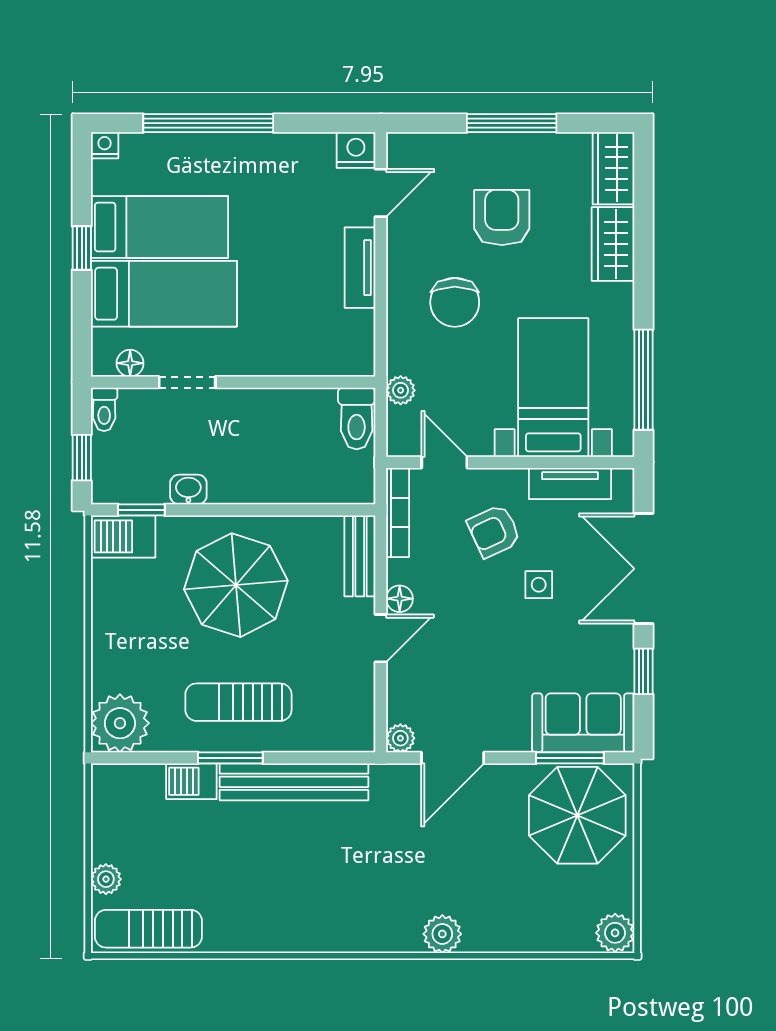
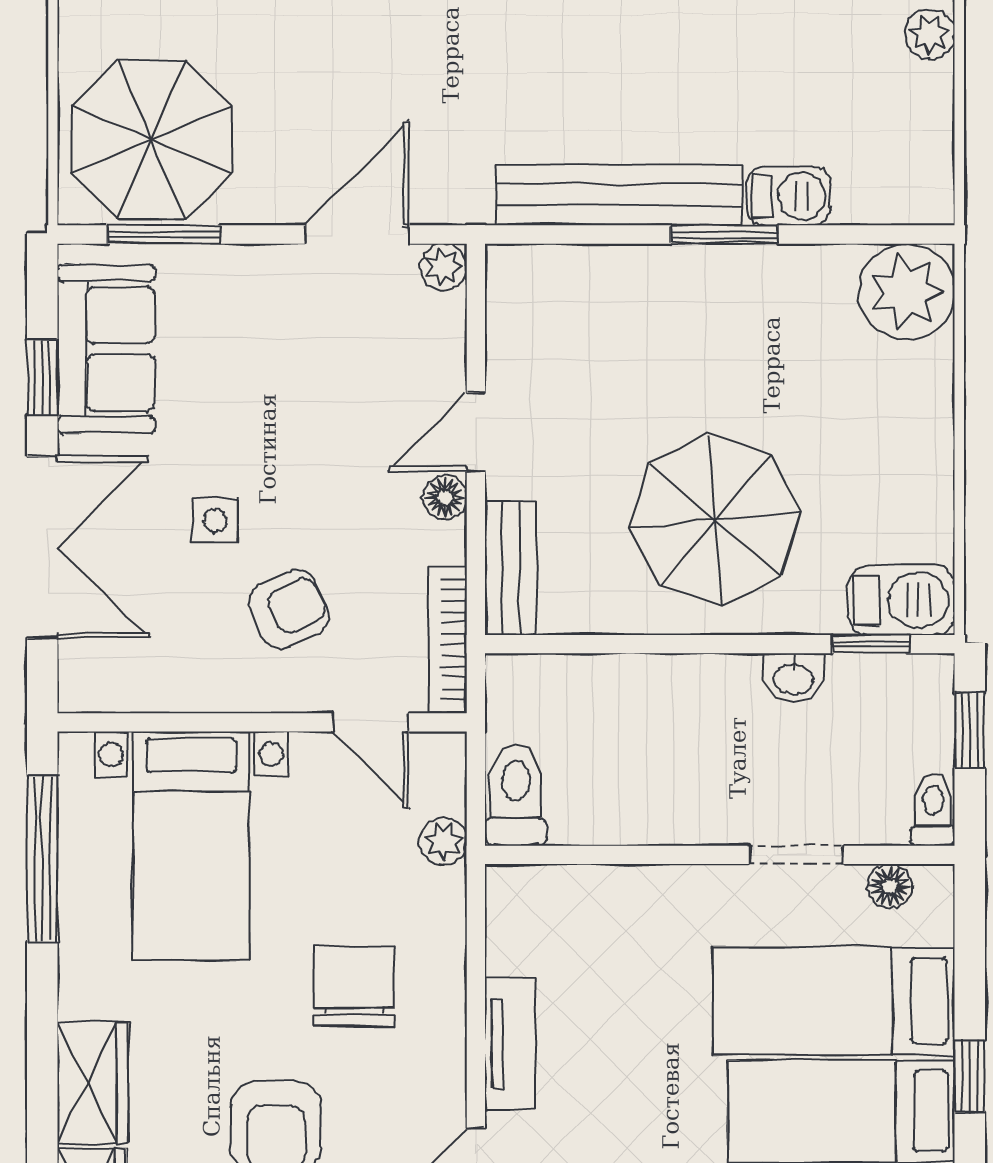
tv unit: (570, 484) -> (164, 687), removed
sun lounger: (238, 702) -> (711, 326), removed
sofa: (583, 723) -> (106, 349), moved, turned -90

